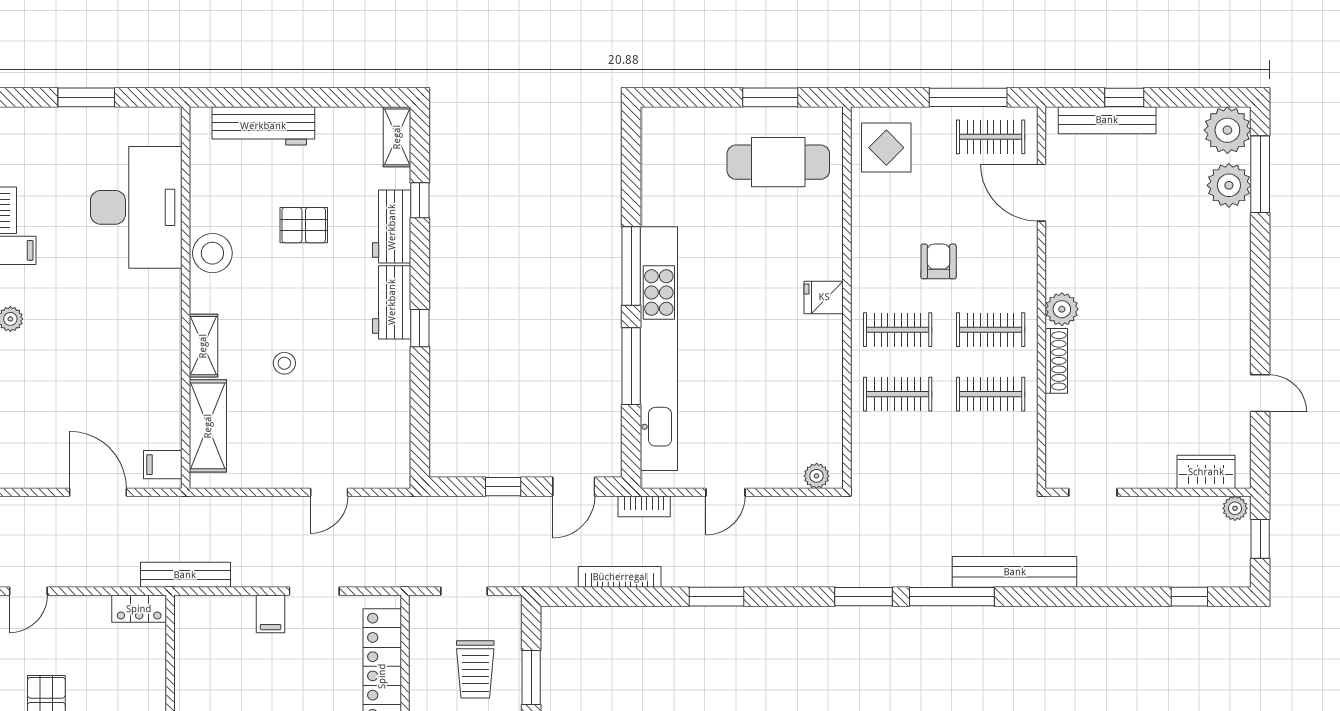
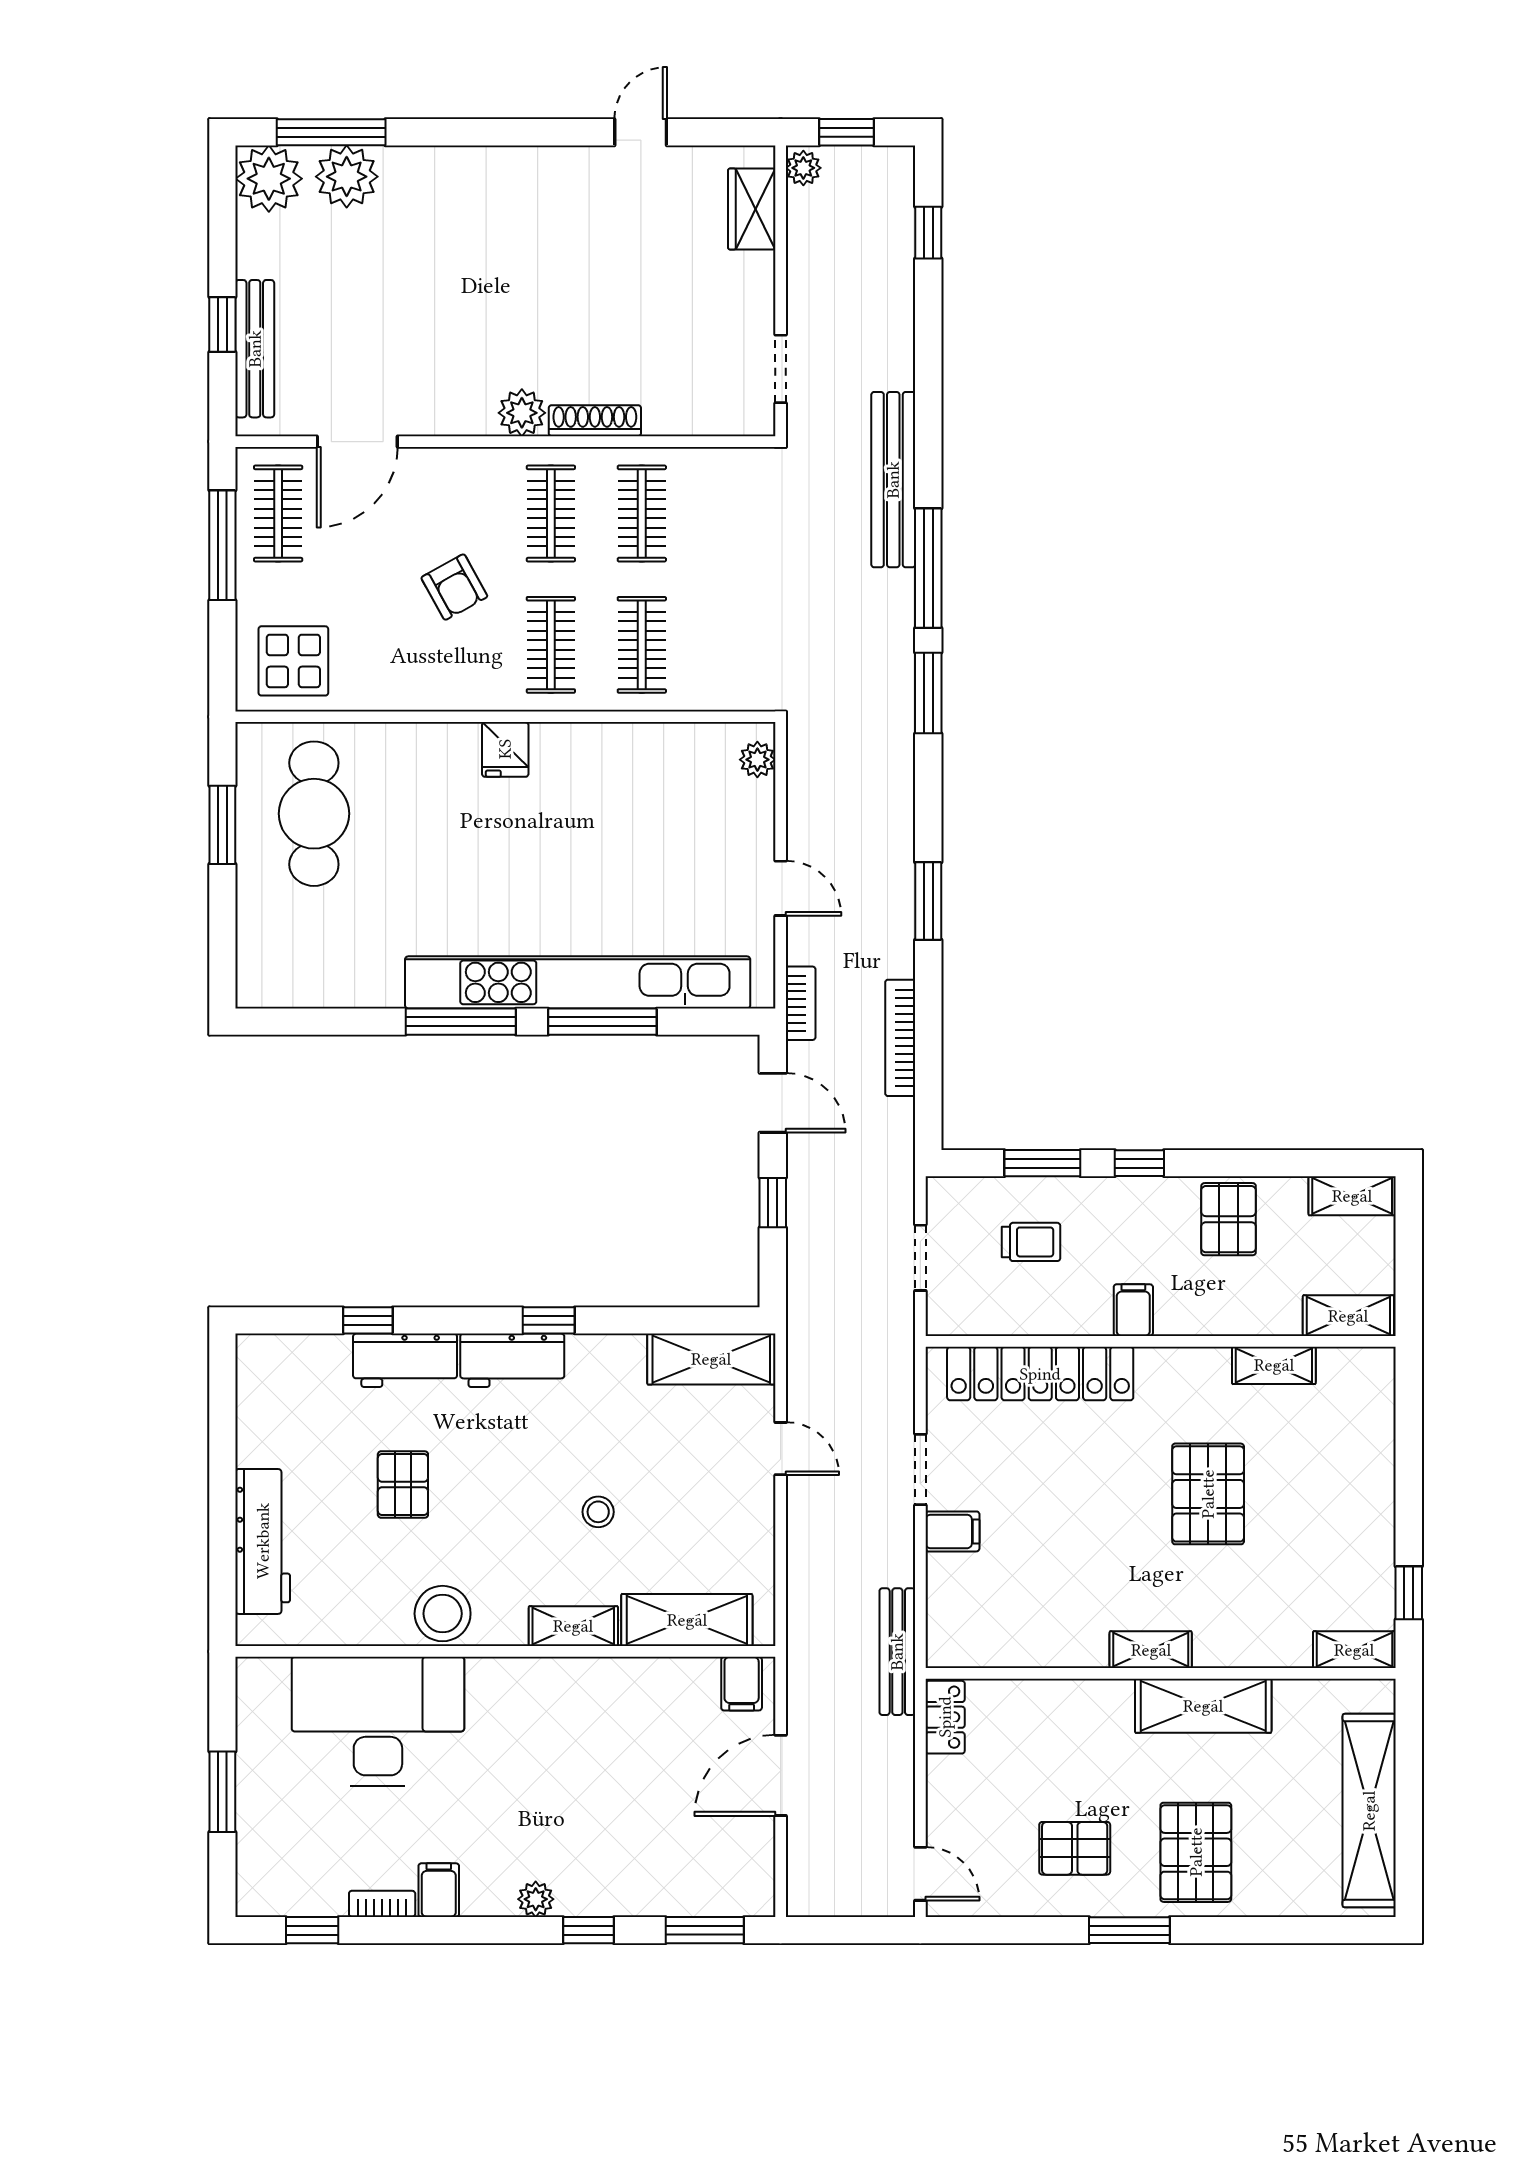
shelving: (397, 137) -> (711, 1359), moved, width x1.50, depth x1.33
armchair: (939, 261) -> (454, 587), turned -119
trolley: (475, 669) -> (1031, 1242), width x0.73, depth x0.72

